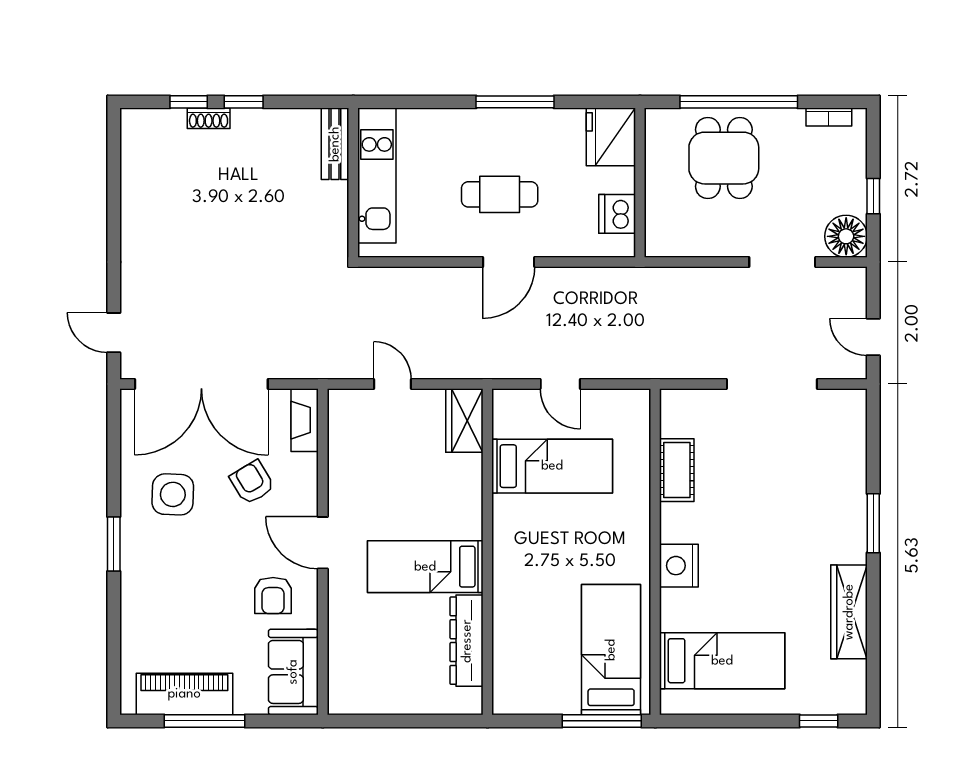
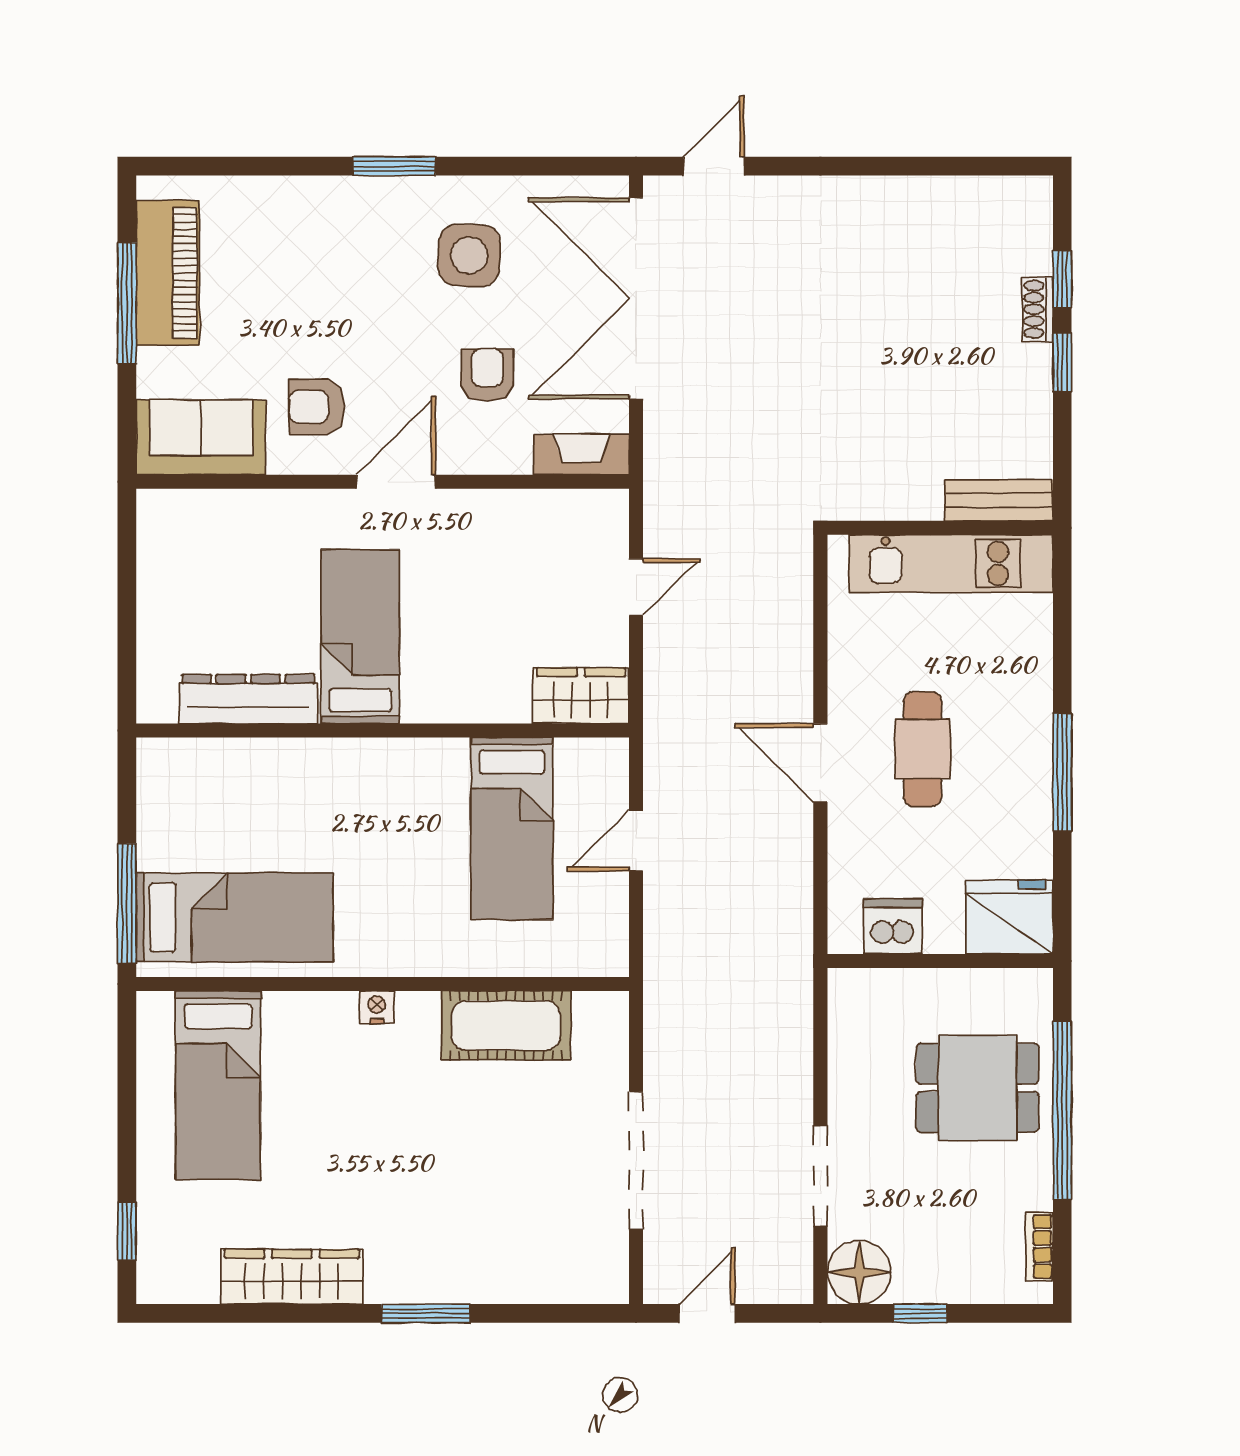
cot: (677, 470) -> (506, 1025), width x1.37, depth x1.34
armchair: (252, 482) -> (487, 375), turned -59
nightstand: (679, 566) -> (377, 1007), width x0.53, depth x0.56

